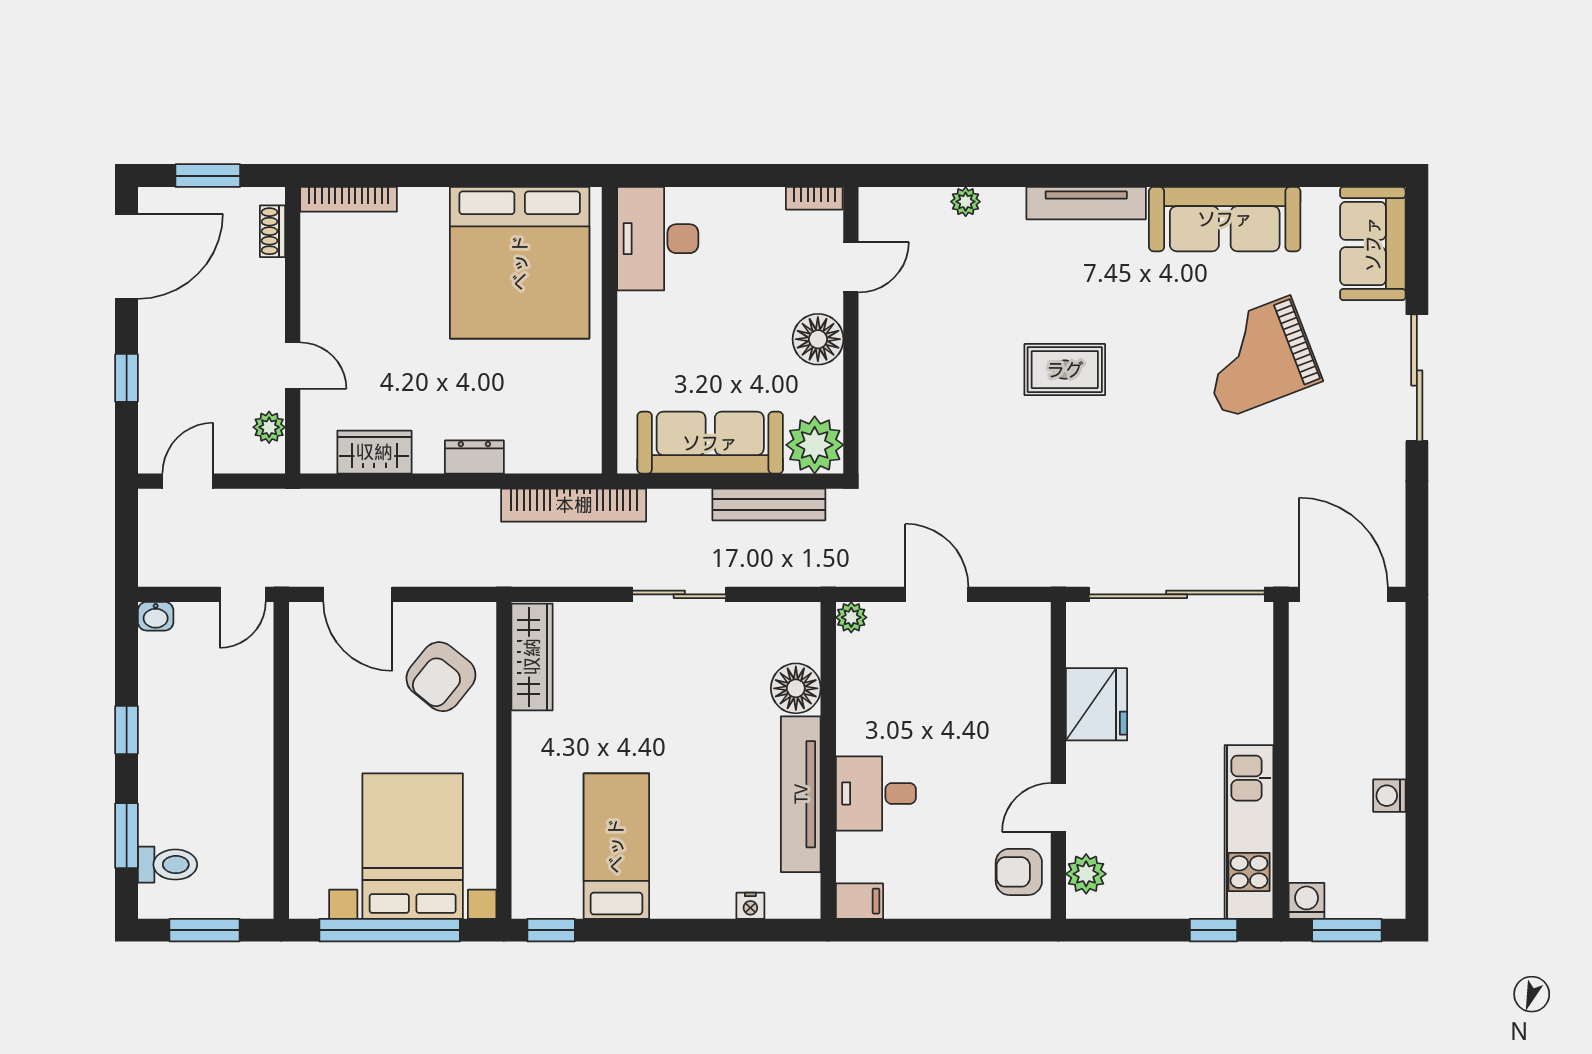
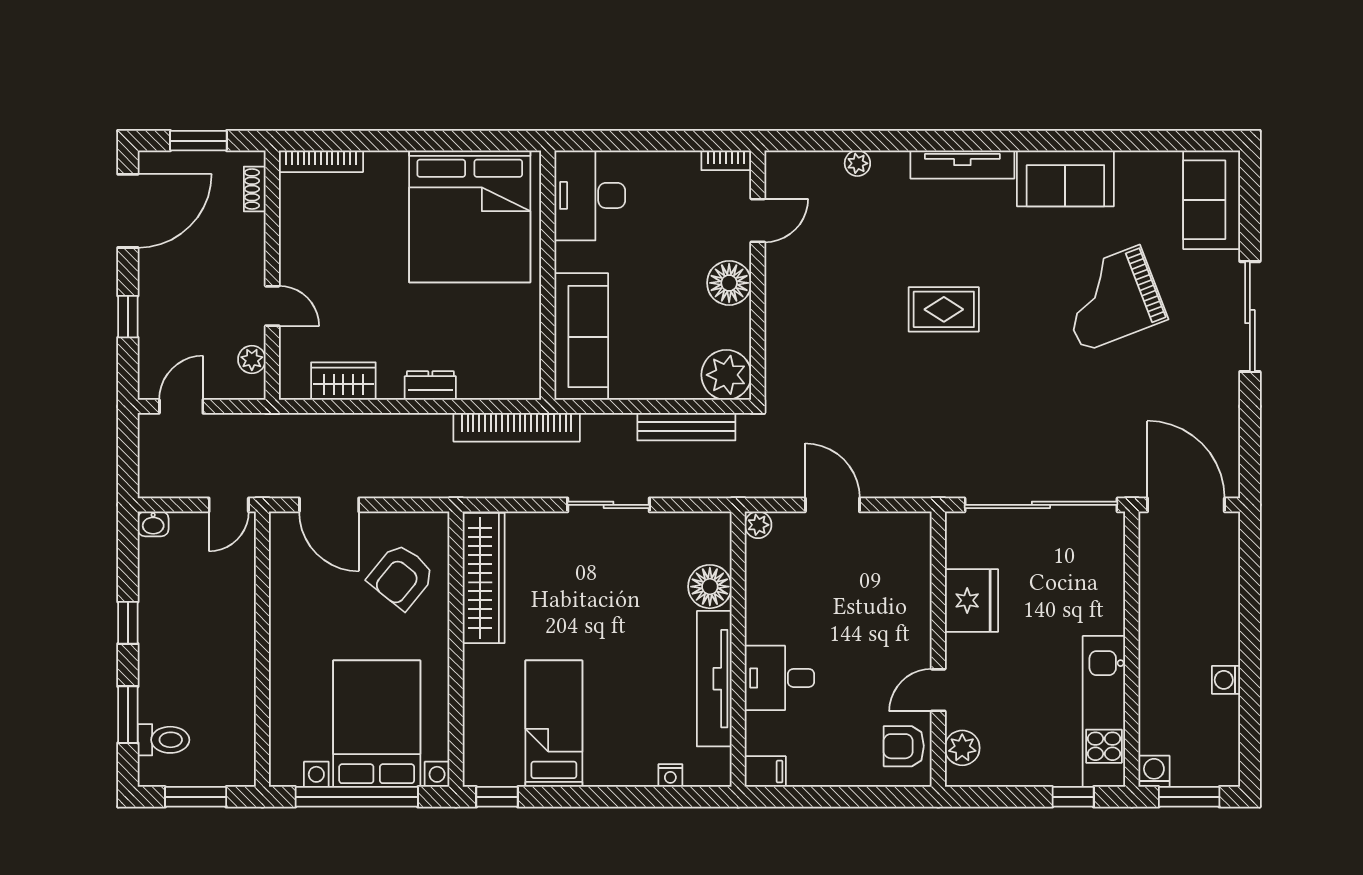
sofa: (1225, 219) -> (1065, 178), width x0.73
sofa: (710, 443) -> (581, 337), moved, turned 90
wardrobe: (532, 657) -> (484, 578), width x1.40, depth x1.17

